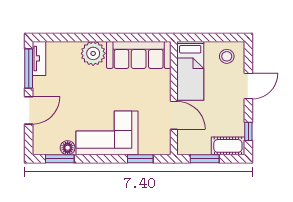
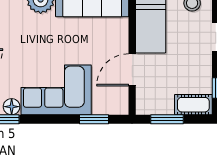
door: (174, 115) -> (132, 70), swing flipped

